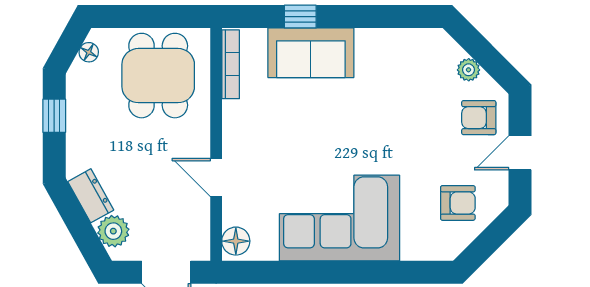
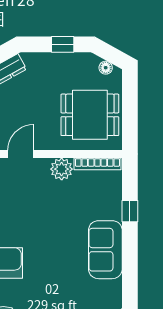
sofa: (311, 53) -> (105, 250), moved
plant: (238, 117) -> (62, 169), added

